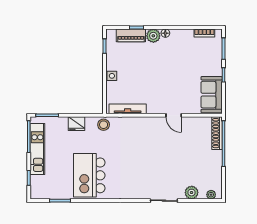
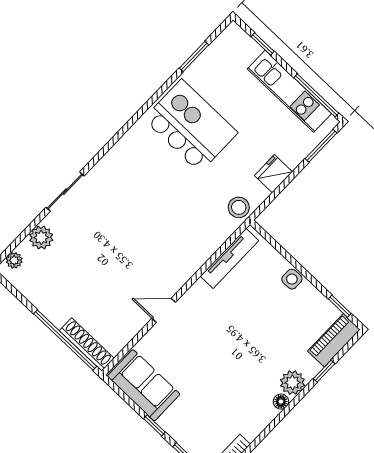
piano: (131, 35) -> (334, 340), moved

